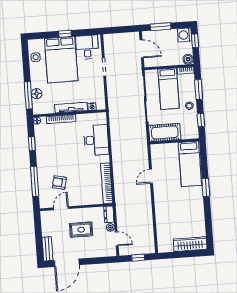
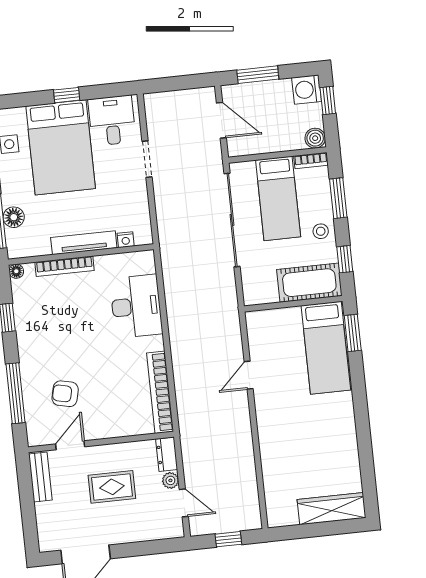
cot: (165, 133) -> (309, 283), moved
window: (206, 187) -> (353, 333), moved
bench: (47, 249) -> (40, 477), moved

